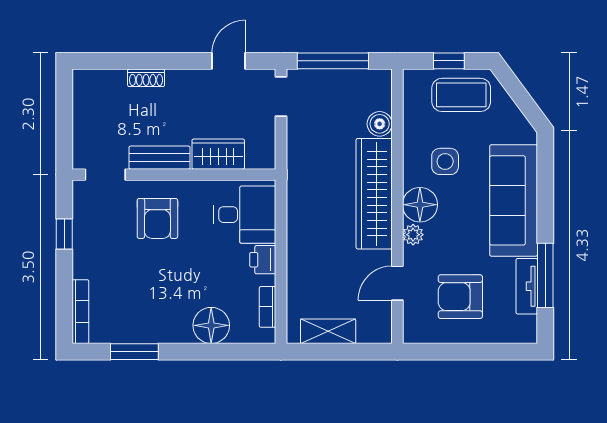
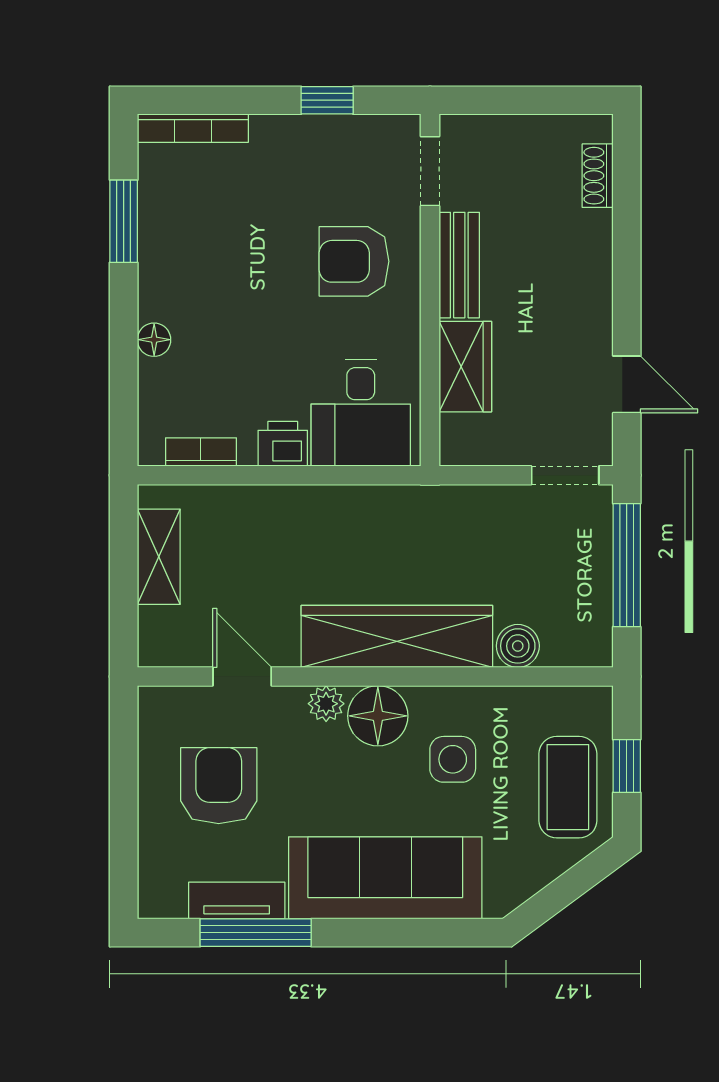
shoe rack: (146, 78) -> (598, 176), moved
floor lamp: (211, 325) -> (154, 340), width x0.53, depth x0.53

